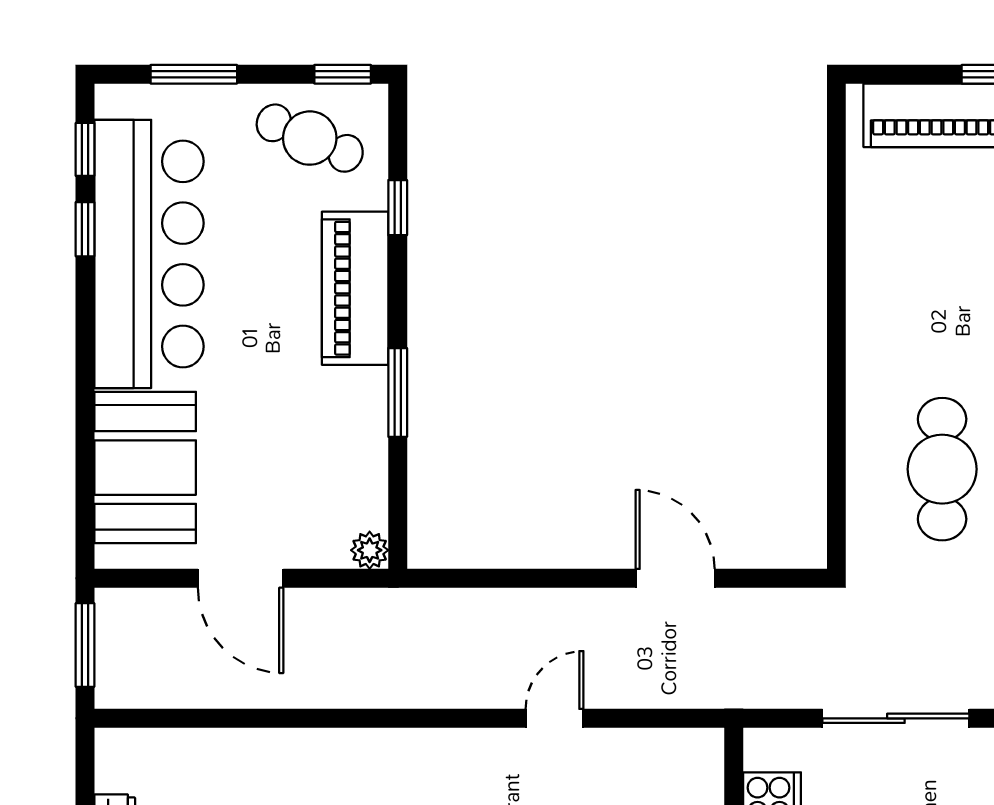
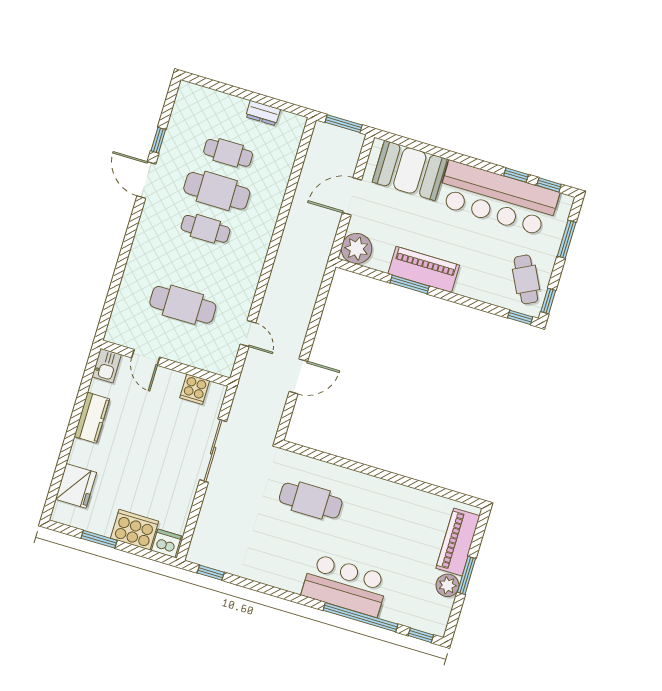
cafe table: (310, 138) -> (526, 279), turned -50
window: (398, 208) -> (520, 317), moved
piano: (355, 288) -> (424, 269), moved
plant: (370, 550) -> (357, 249), width x1.87, depth x1.87
door: (555, 718) -> (248, 334), moved

